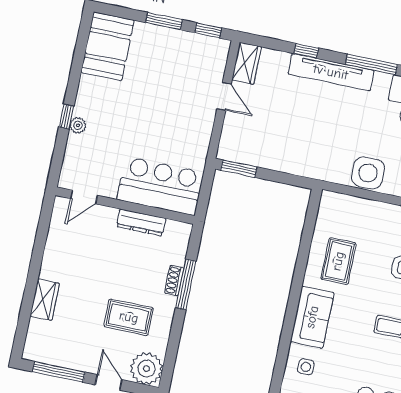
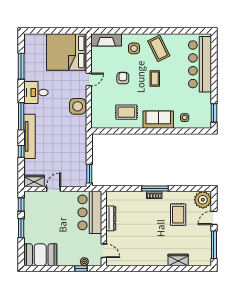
bar counter: (160, 186) -> (90, 212), moved
door: (84, 197) -> (104, 251), moved
wall: (125, 206) -> (104, 229), moved
dresser: (141, 222) -> (111, 218), moved

